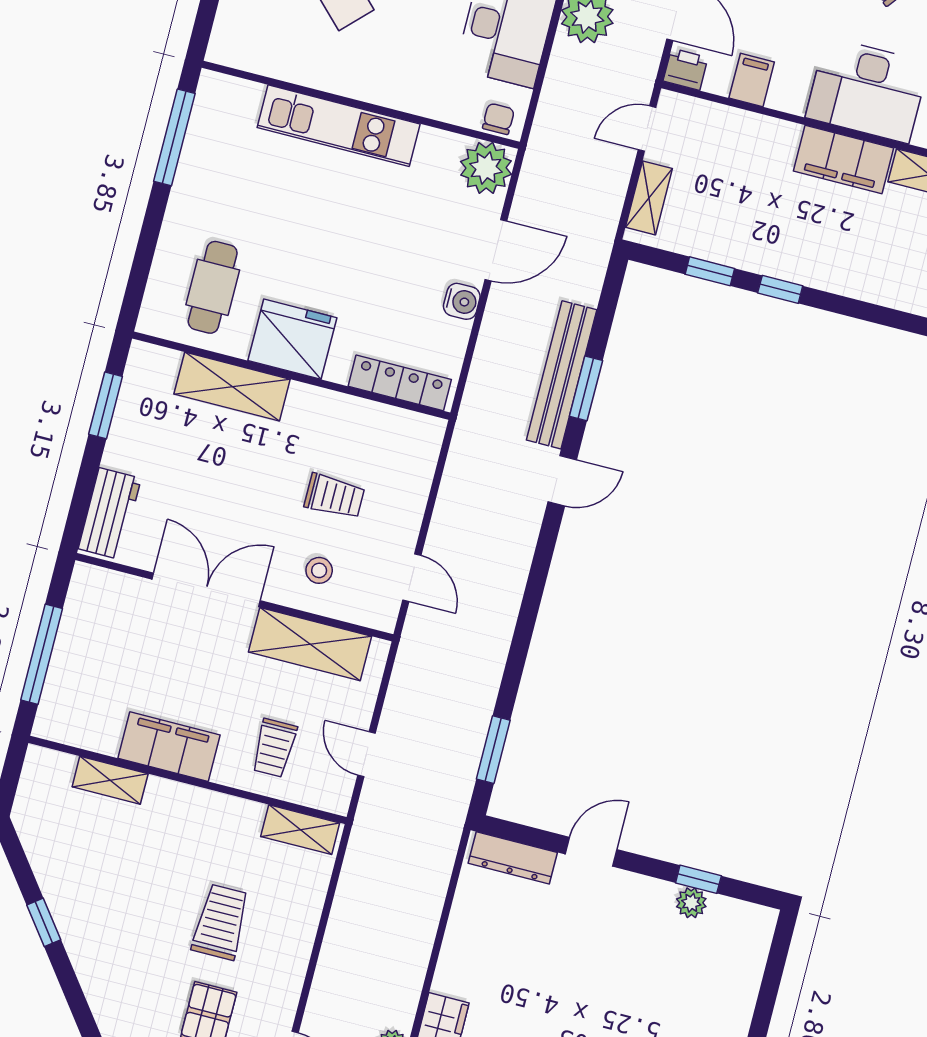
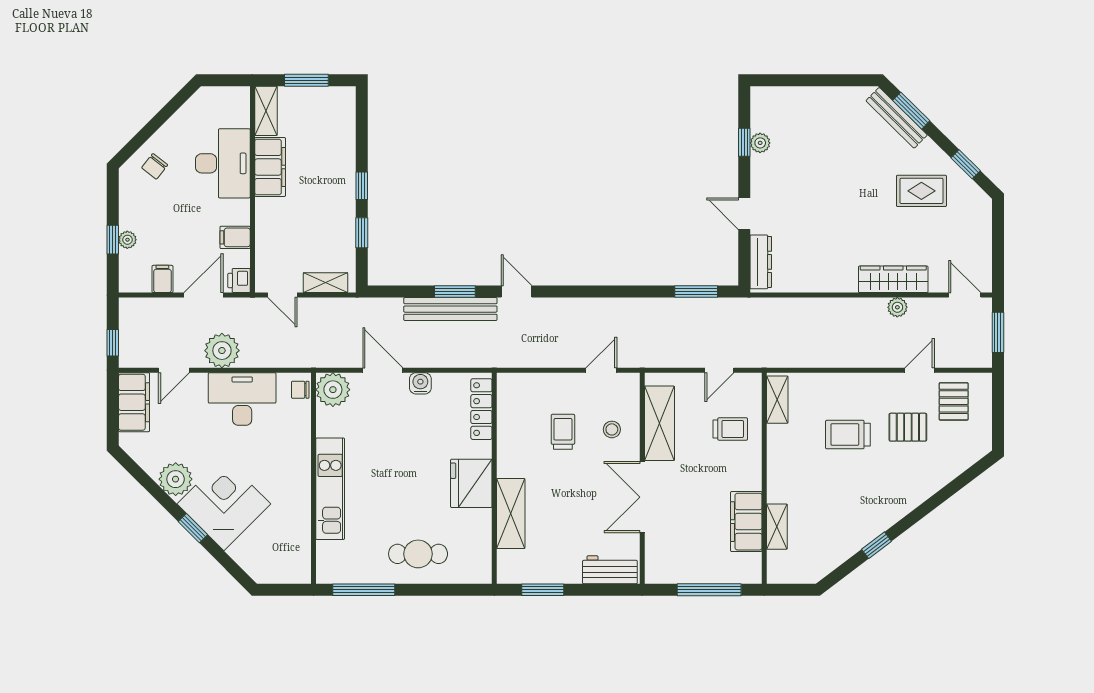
cafe table: (213, 287) -> (418, 554), moved
filing cabinet: (169, 747) -> (746, 522), moved

